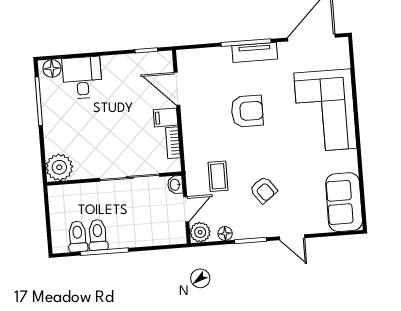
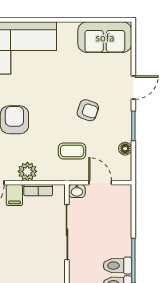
armchair: (264, 190) -> (88, 110), turned 56
plant: (200, 232) -> (27, 171), moved

